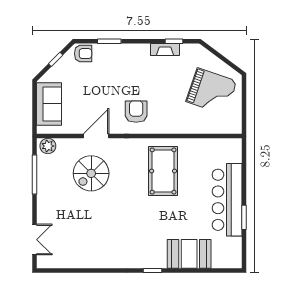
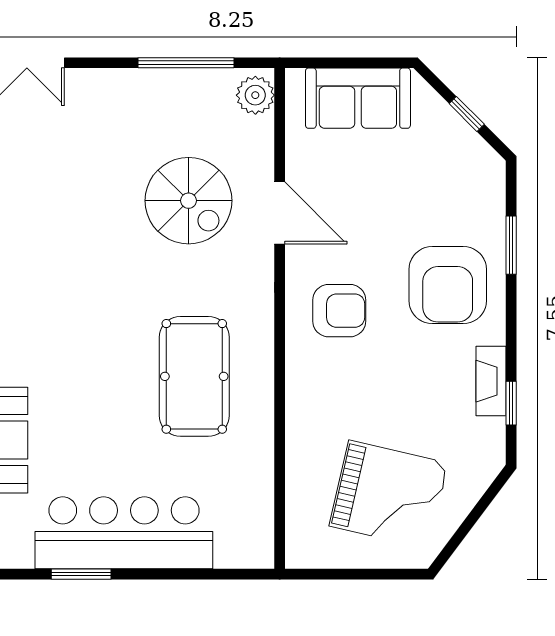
armchair: (83, 54) -> (448, 285), moved, width x1.88, depth x1.88
grand piano: (211, 91) -> (389, 494), turned -96
pool table: (163, 171) -> (194, 376), turned 90
spiral stairs: (91, 173) -> (189, 201), turned 180

